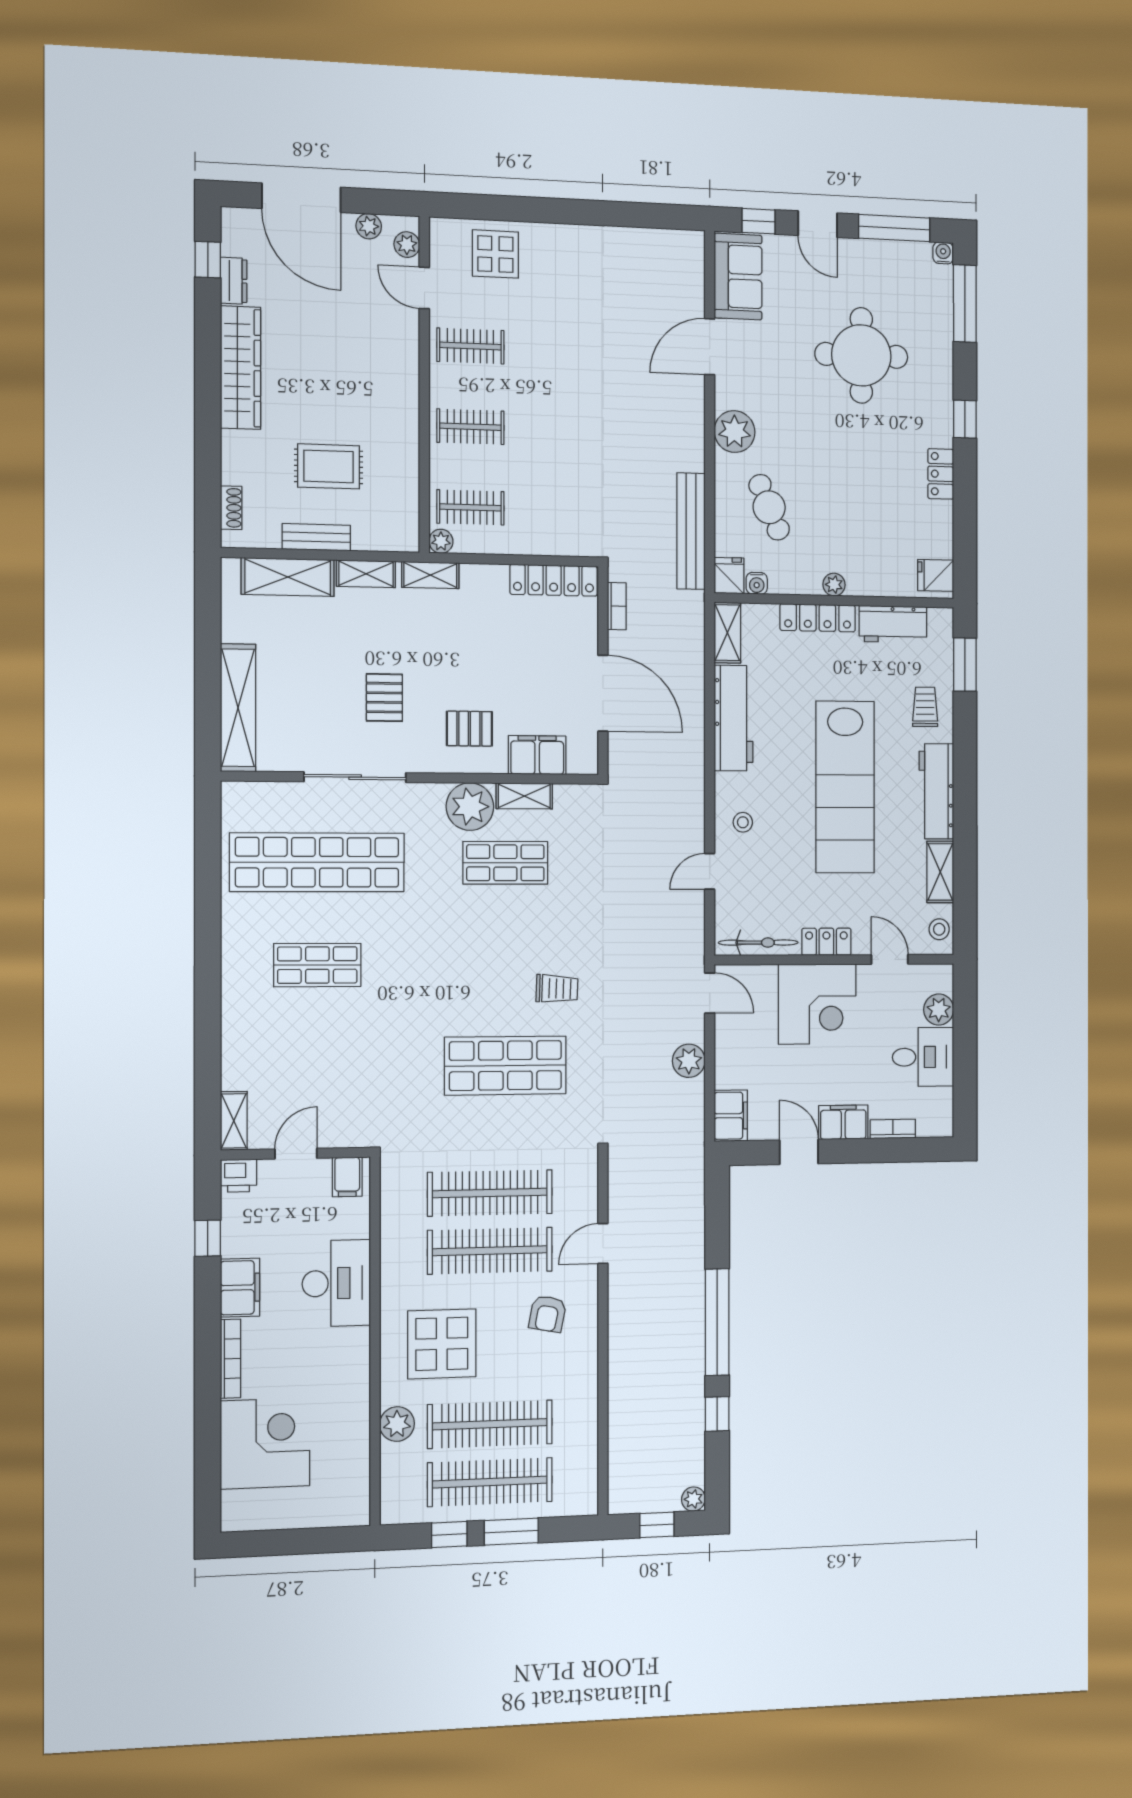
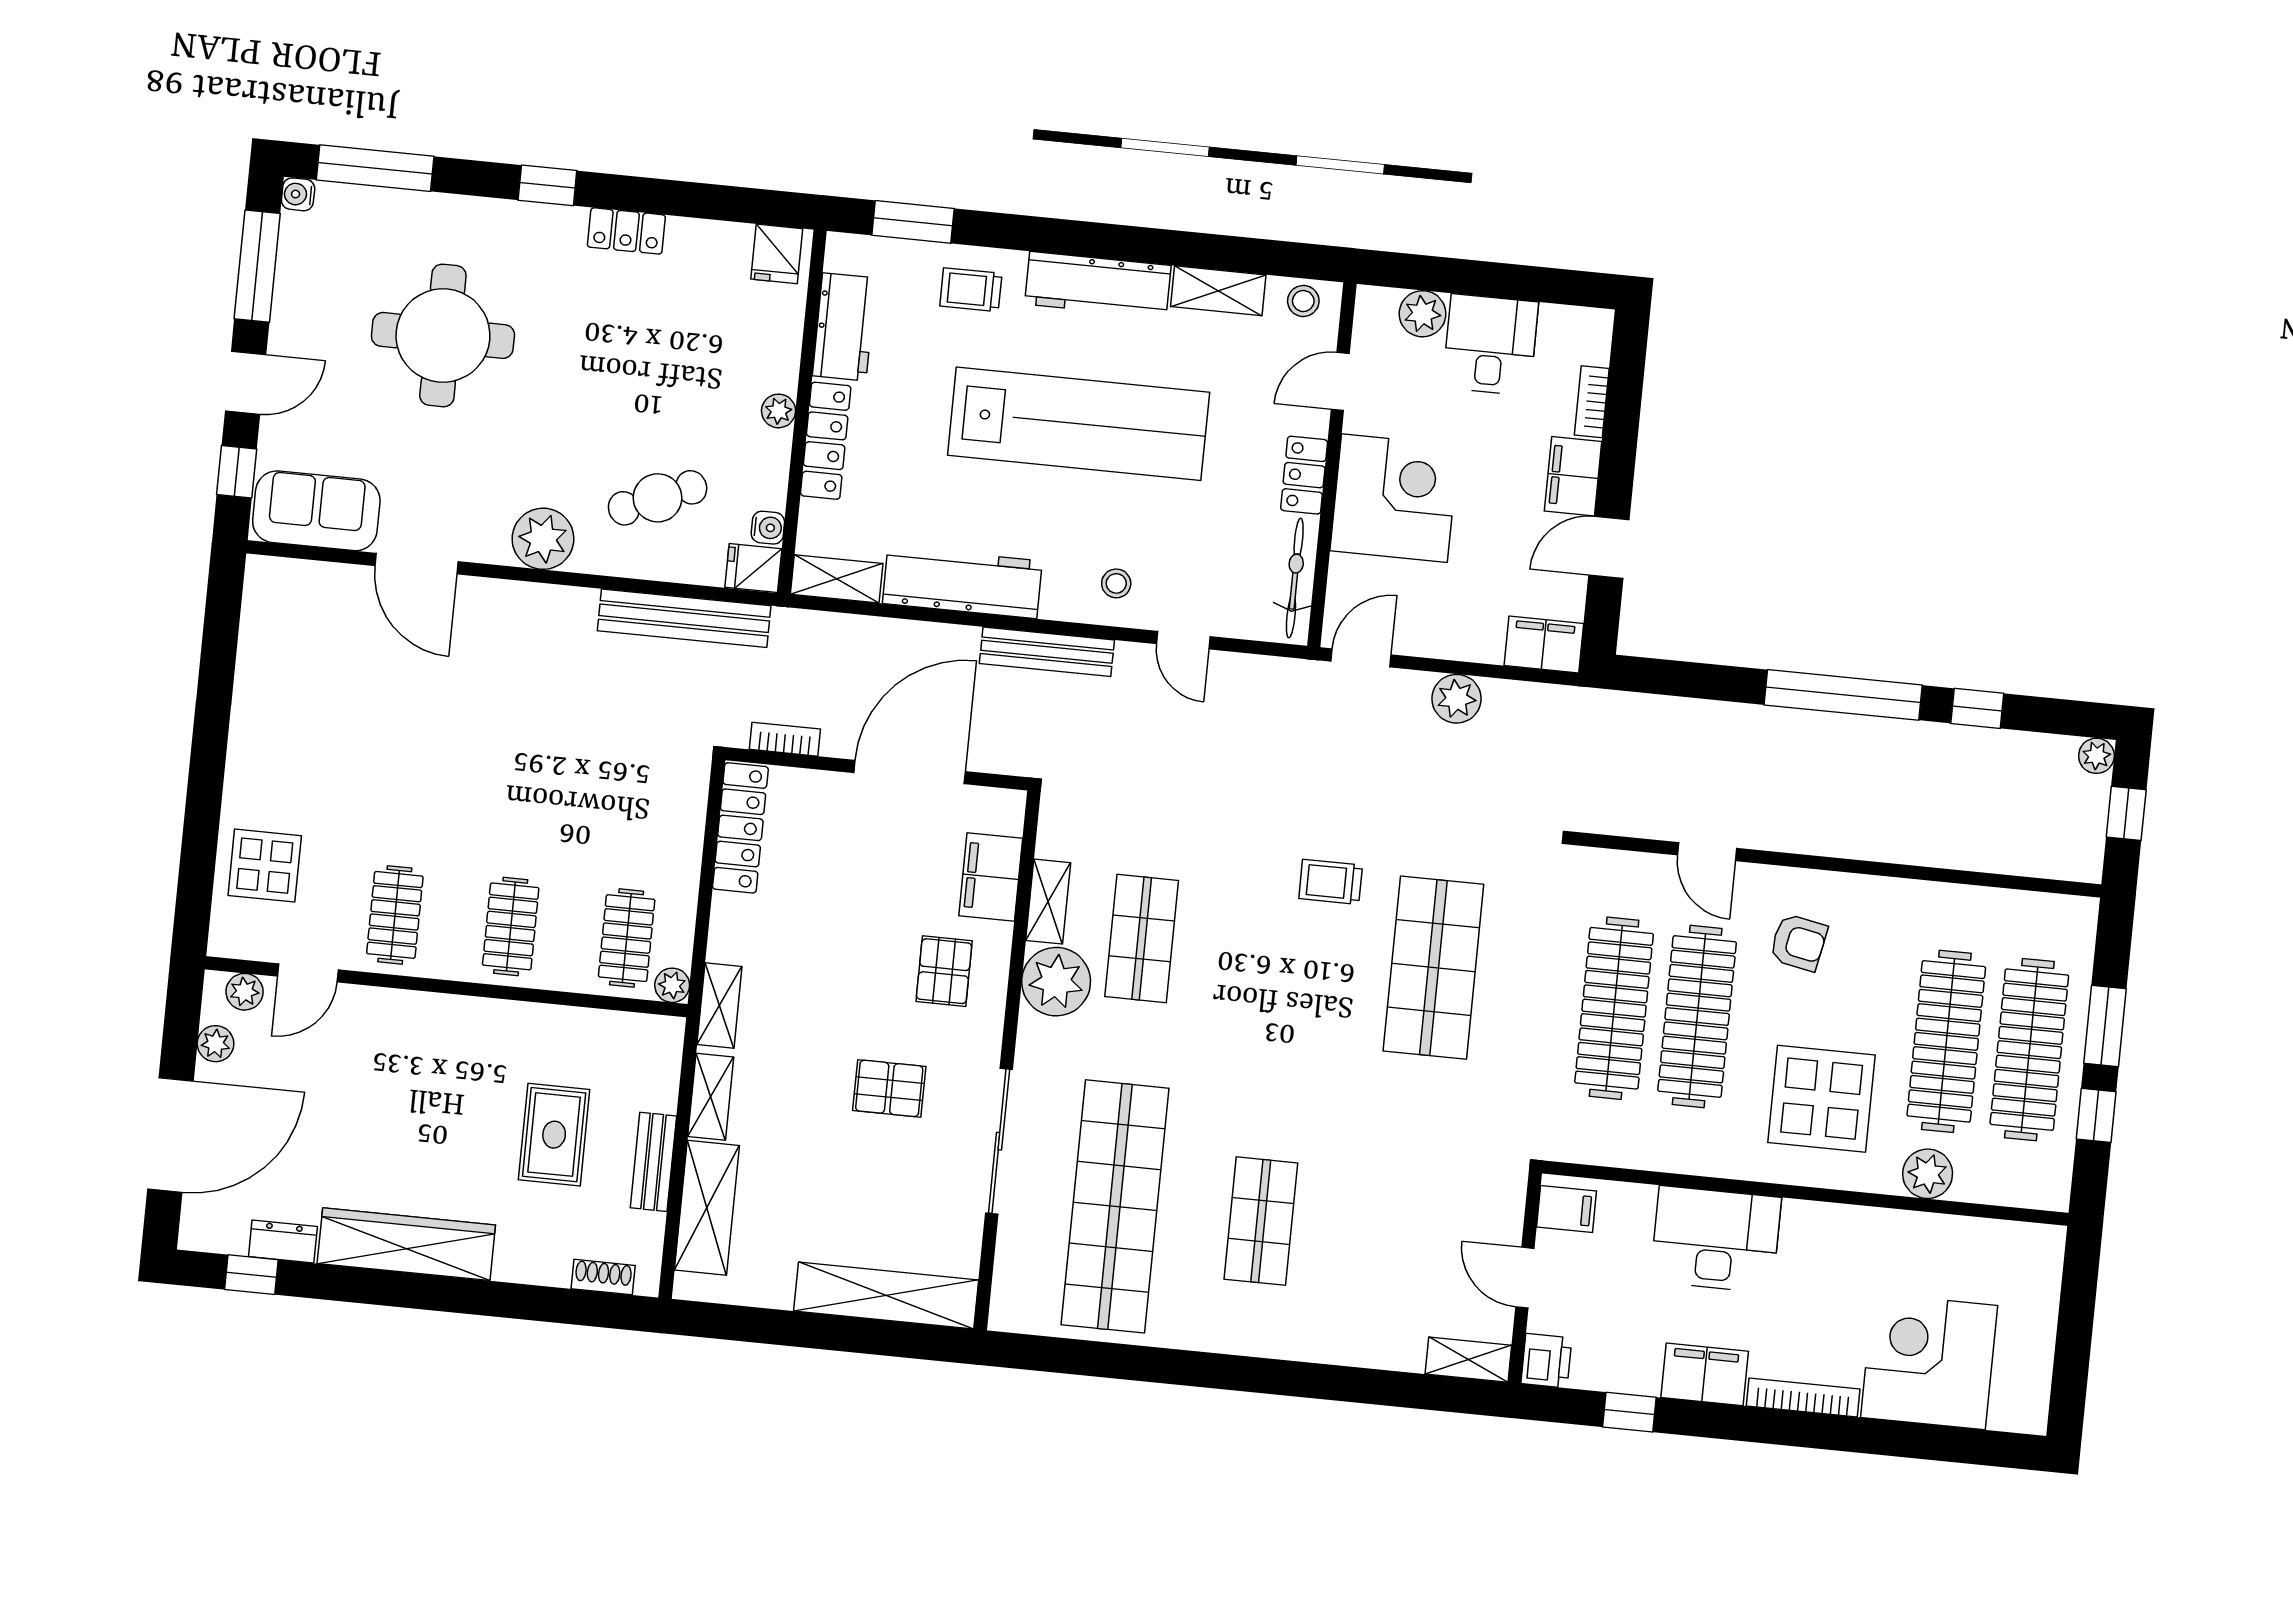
bench: (693, 780) -> (1047, 652), added
trolley: (557, 989) -> (1331, 882), turned -92

